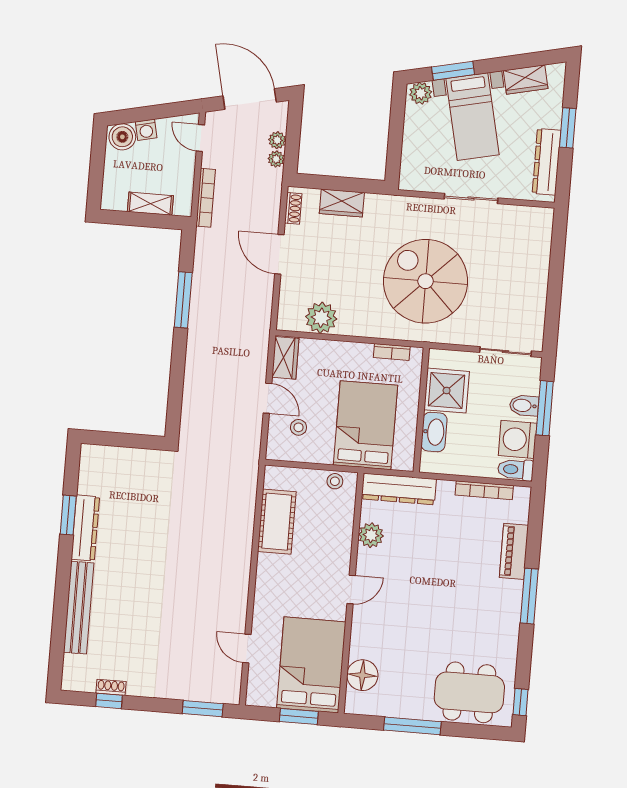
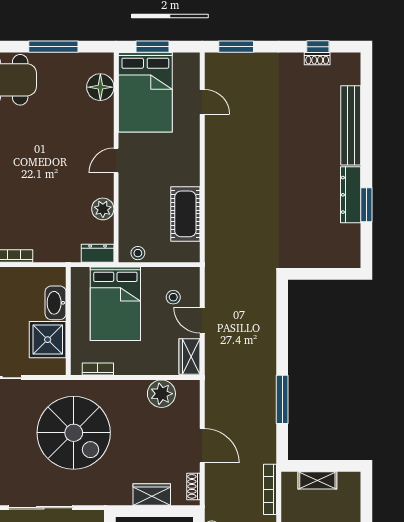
sliding door: (471, 198) -> (40, 508), width x1.37
dresser: (399, 489) -> (98, 253), width x0.51, depth x0.80

